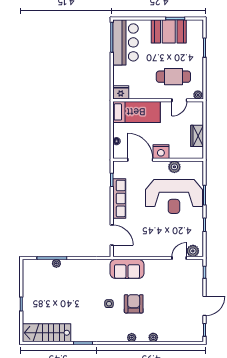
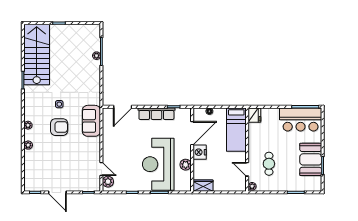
cafe table: (173, 77) -> (269, 164), width x0.73, depth x0.74
wardrobe: (197, 136) -> (203, 186), moved
stairs: (46, 333) -> (37, 55), width x1.36, depth x1.51

